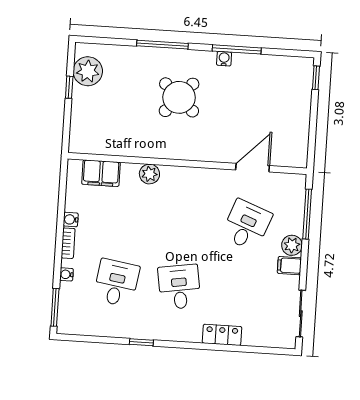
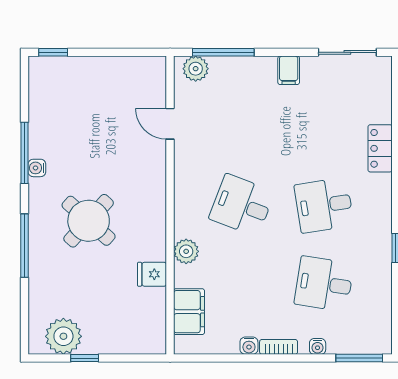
fridge: (133, 145) -> (152, 274), added
door: (253, 168) -> (170, 124), width x0.73
desk: (247, 225) -> (242, 205), moved
plant: (292, 245) -> (196, 69), moved

